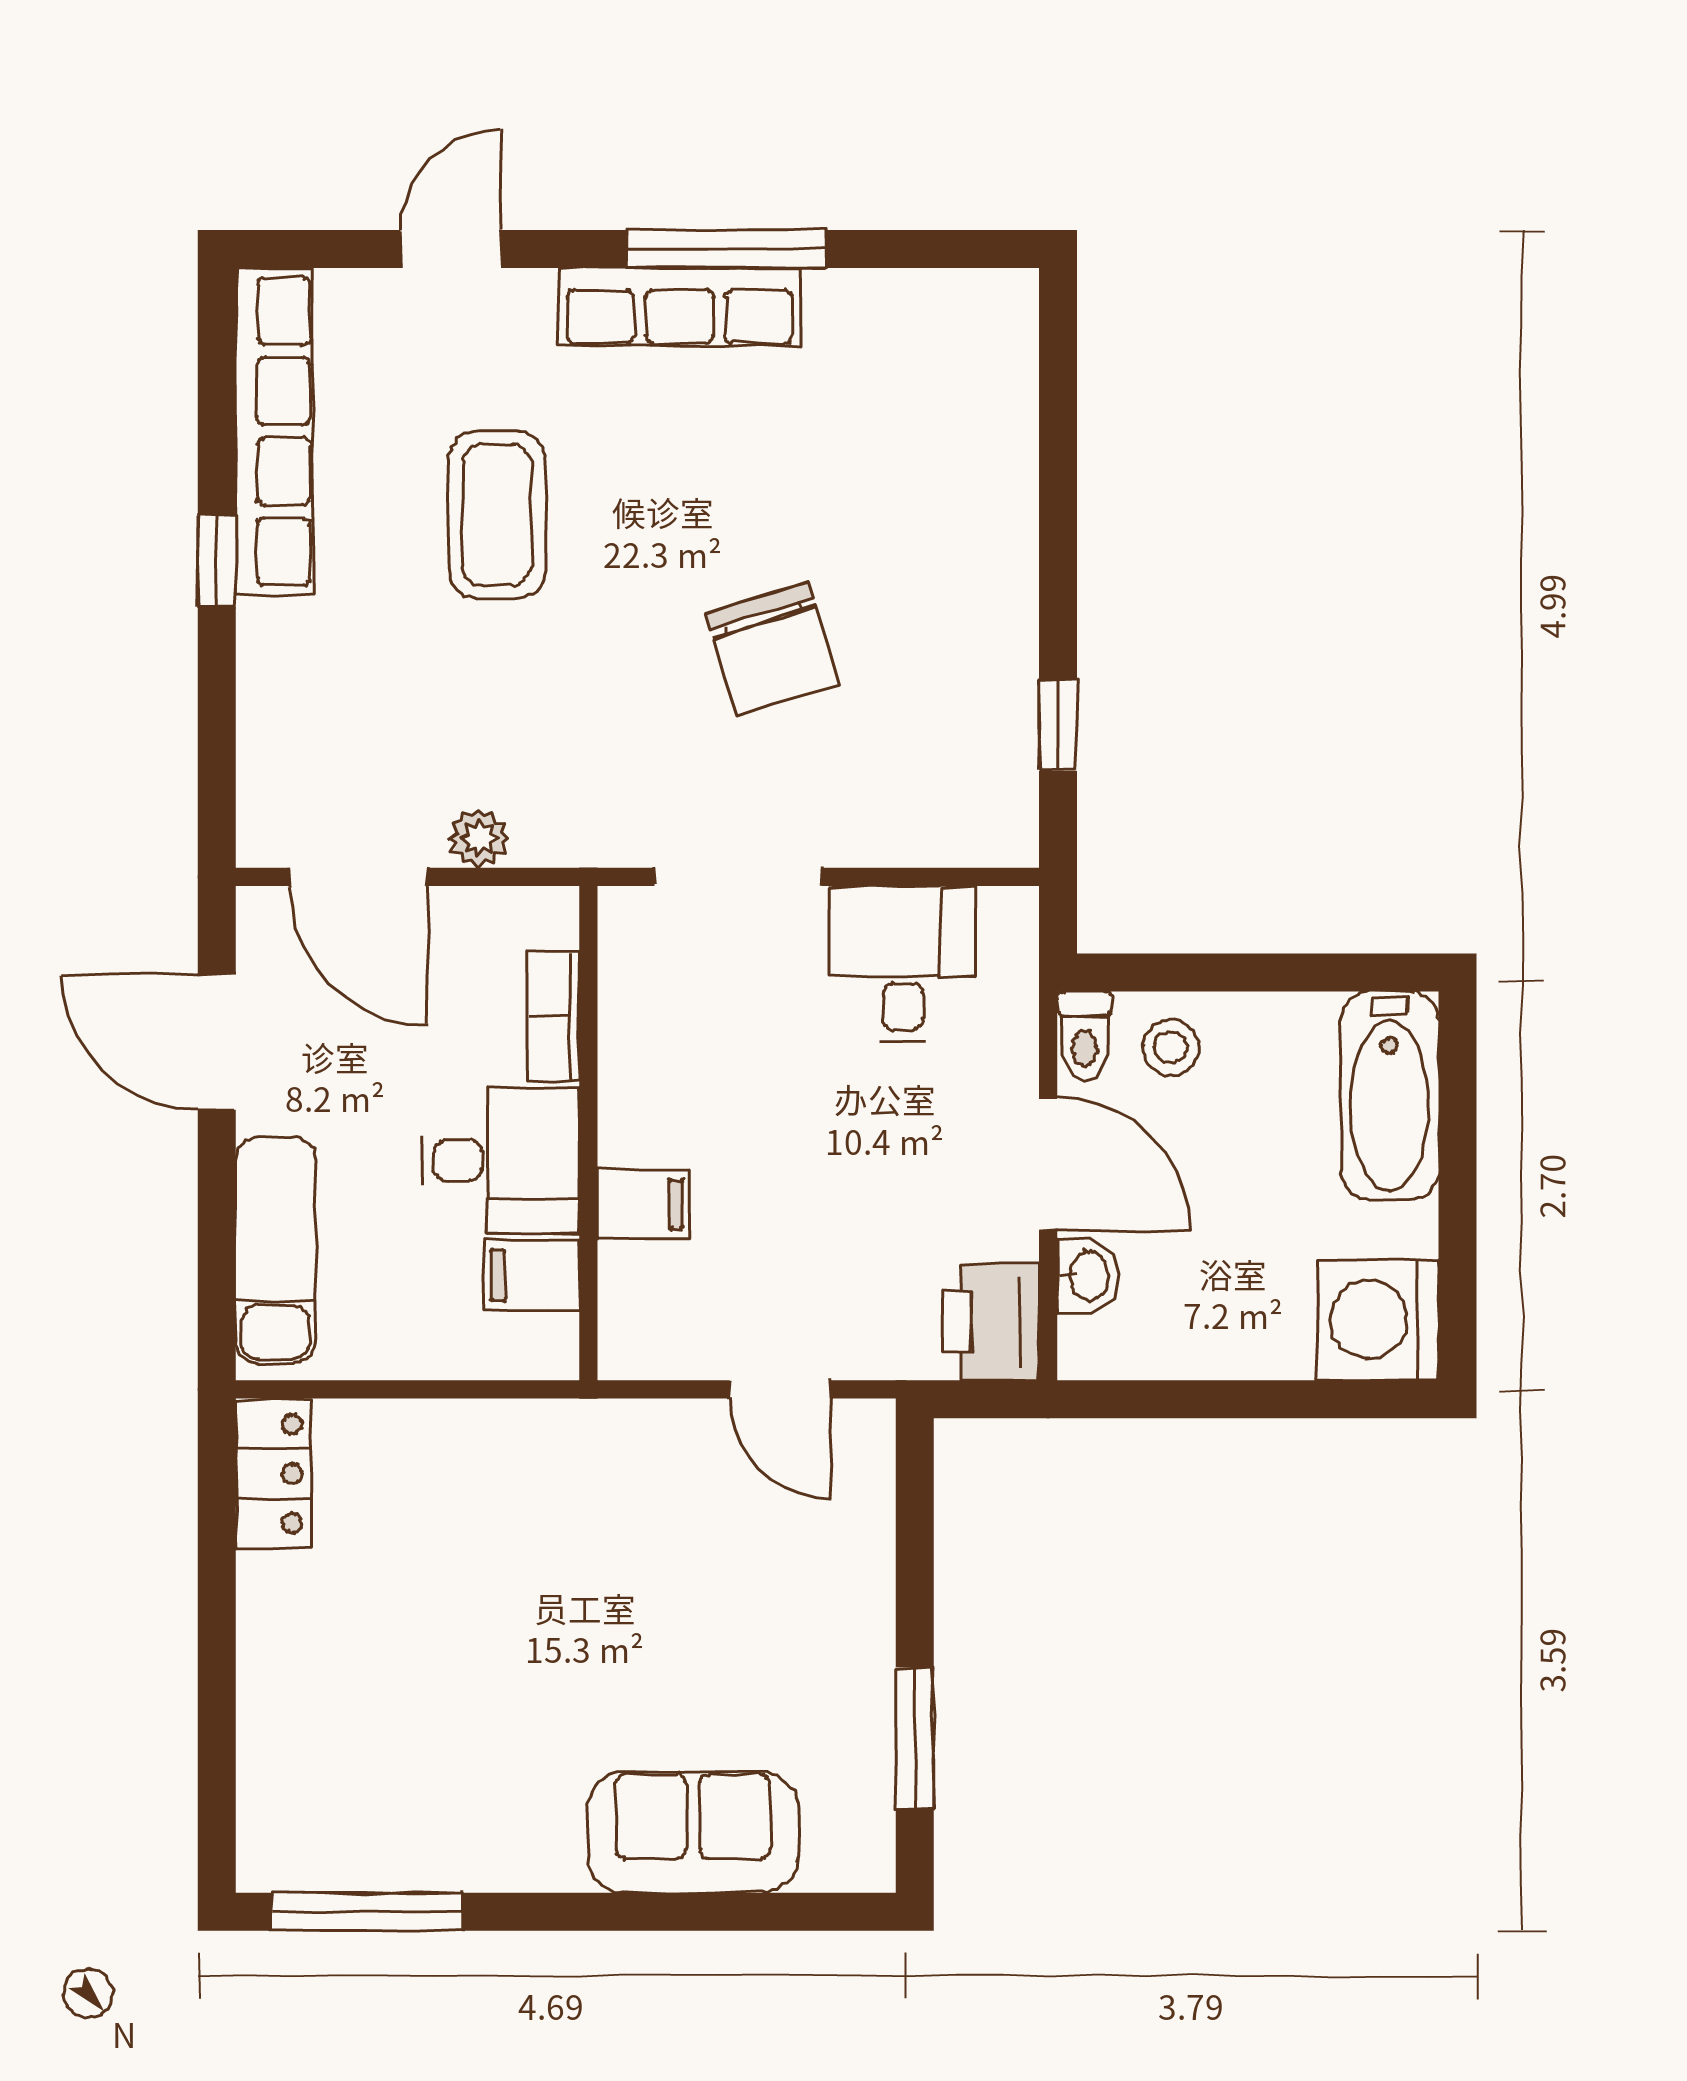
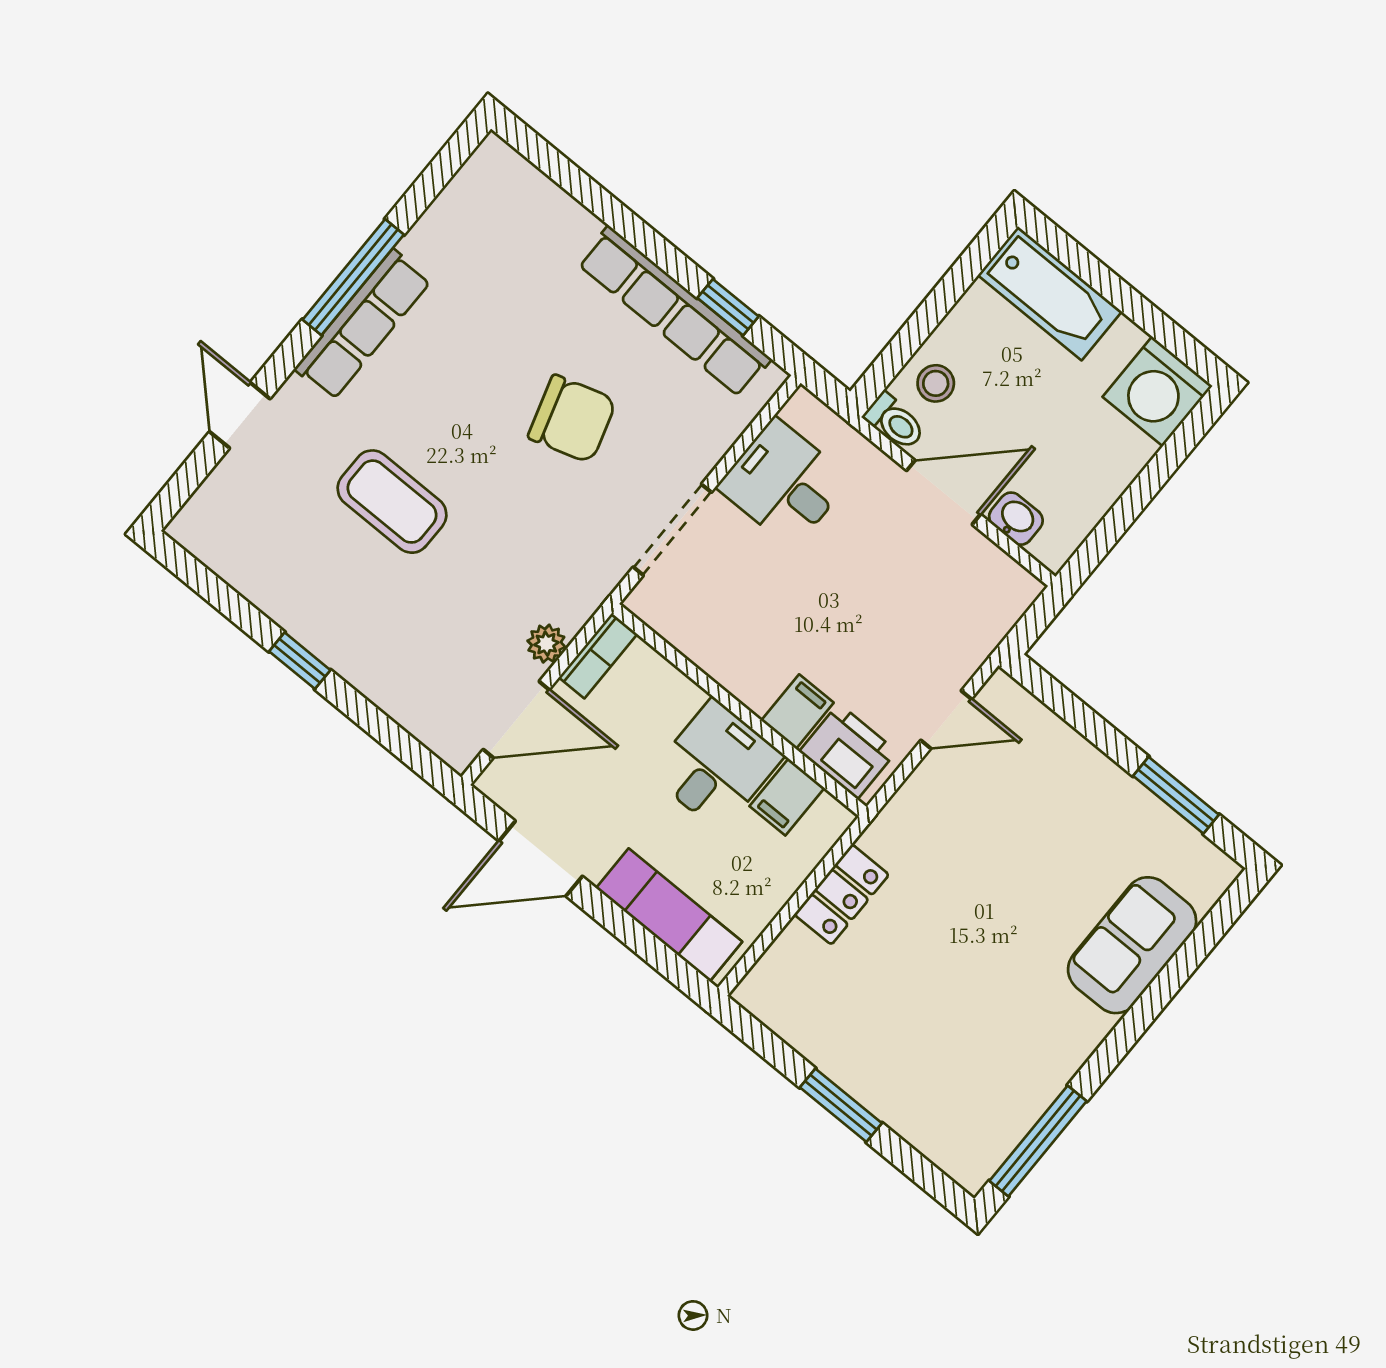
row of seats: (274, 431) -> (674, 311), moved, turned 180
bookcase: (554, 1017) -> (598, 656), moved, turned -90
printer: (991, 1322) -> (848, 751), moved, turned 180
locker: (273, 1474) -> (842, 894), moved, turned 90
window: (217, 1642) -> (841, 1105), added

